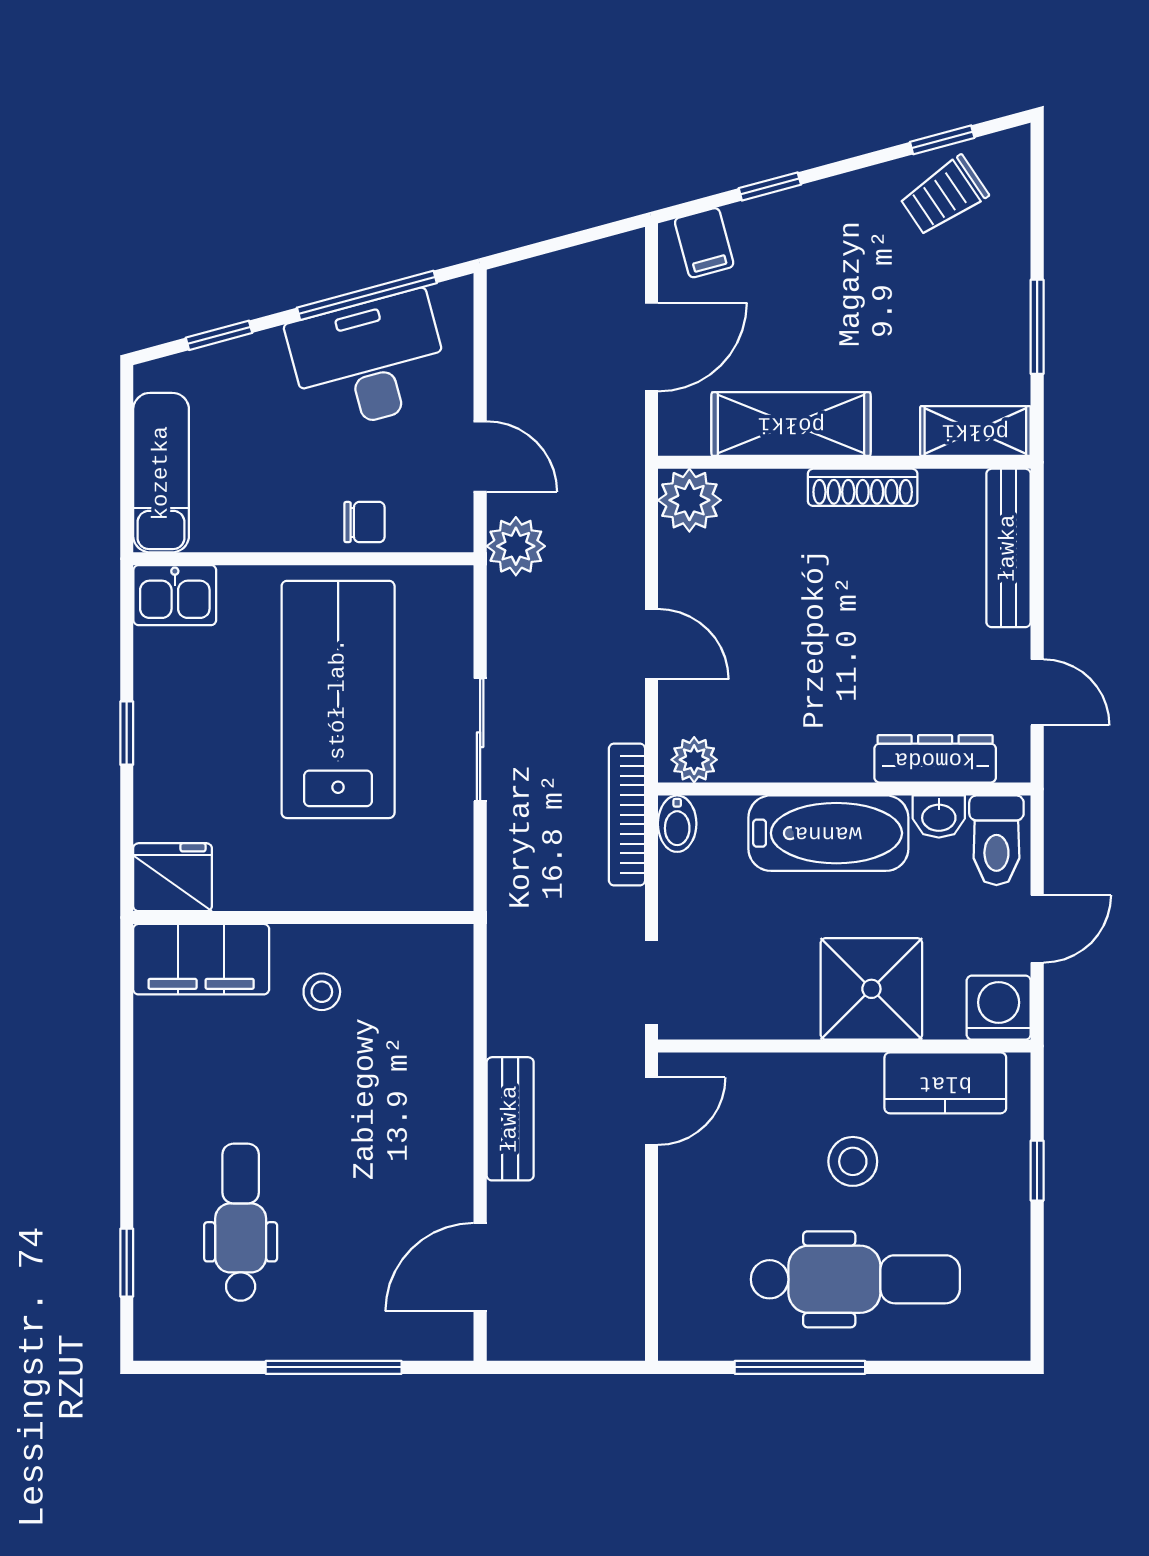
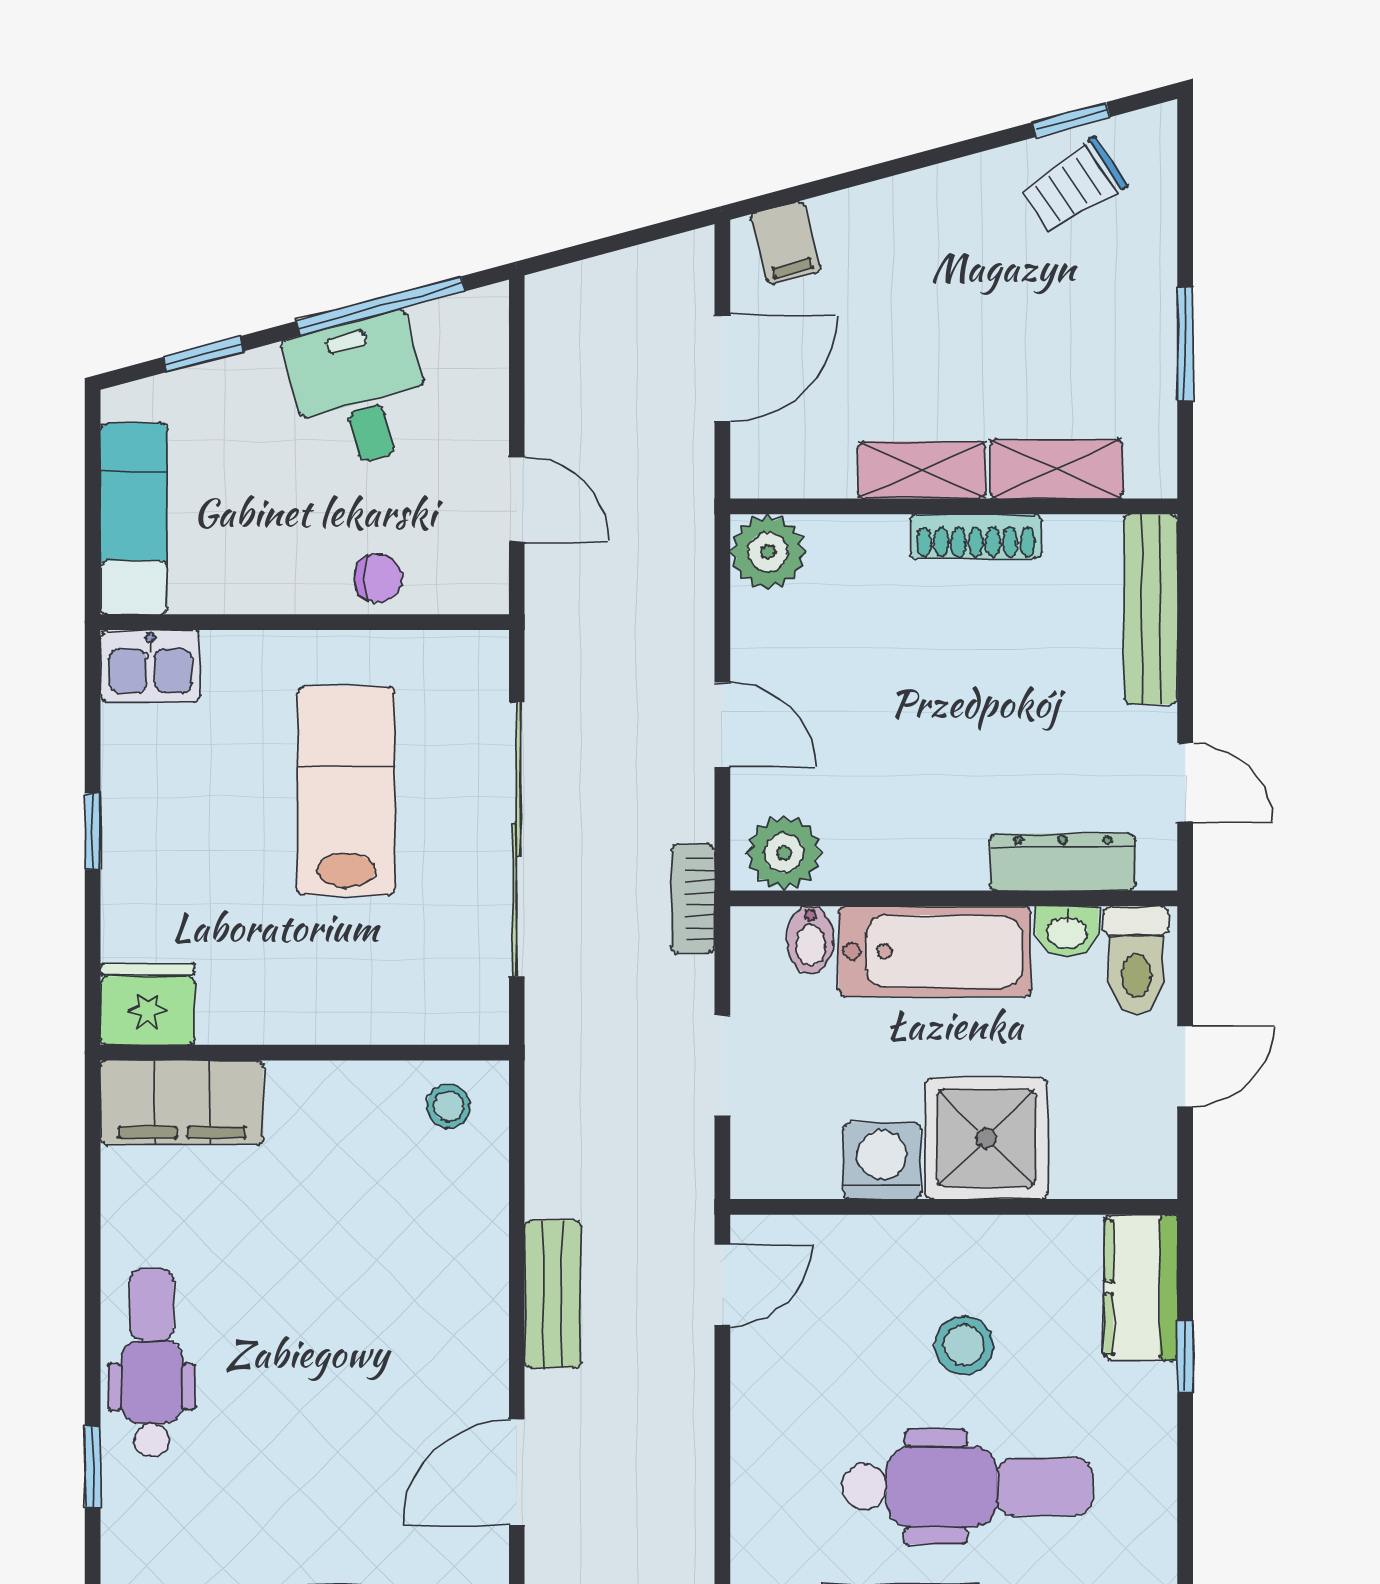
window: (770, 186) -> (864, 175), removed
desk: (369, 361) -> (360, 392), width x0.73
shelving: (791, 424) -> (922, 470), width x0.67, depth x0.75
shelving: (975, 431) -> (1057, 469), moved
plant: (516, 546) -> (560, 607), removed
lab bench: (338, 699) -> (346, 791), width x0.73, depth x0.72
sliding door: (480, 740) -> (517, 839), width x1.86
plant: (694, 760) -> (784, 853), width x1.38, depth x1.38
bookcase: (627, 815) -> (693, 898), width x0.64
bidet: (677, 824) -> (810, 940), moved
doorway: (652, 983) -> (722, 1065), moved
stool: (322, 992) -> (448, 1106), moved
washing machine: (999, 1008) -> (882, 1161), moved
kitchen counter: (945, 1083) -> (1141, 1288), moved, turned 90
dental chair: (241, 1222) -> (152, 1363), moved

